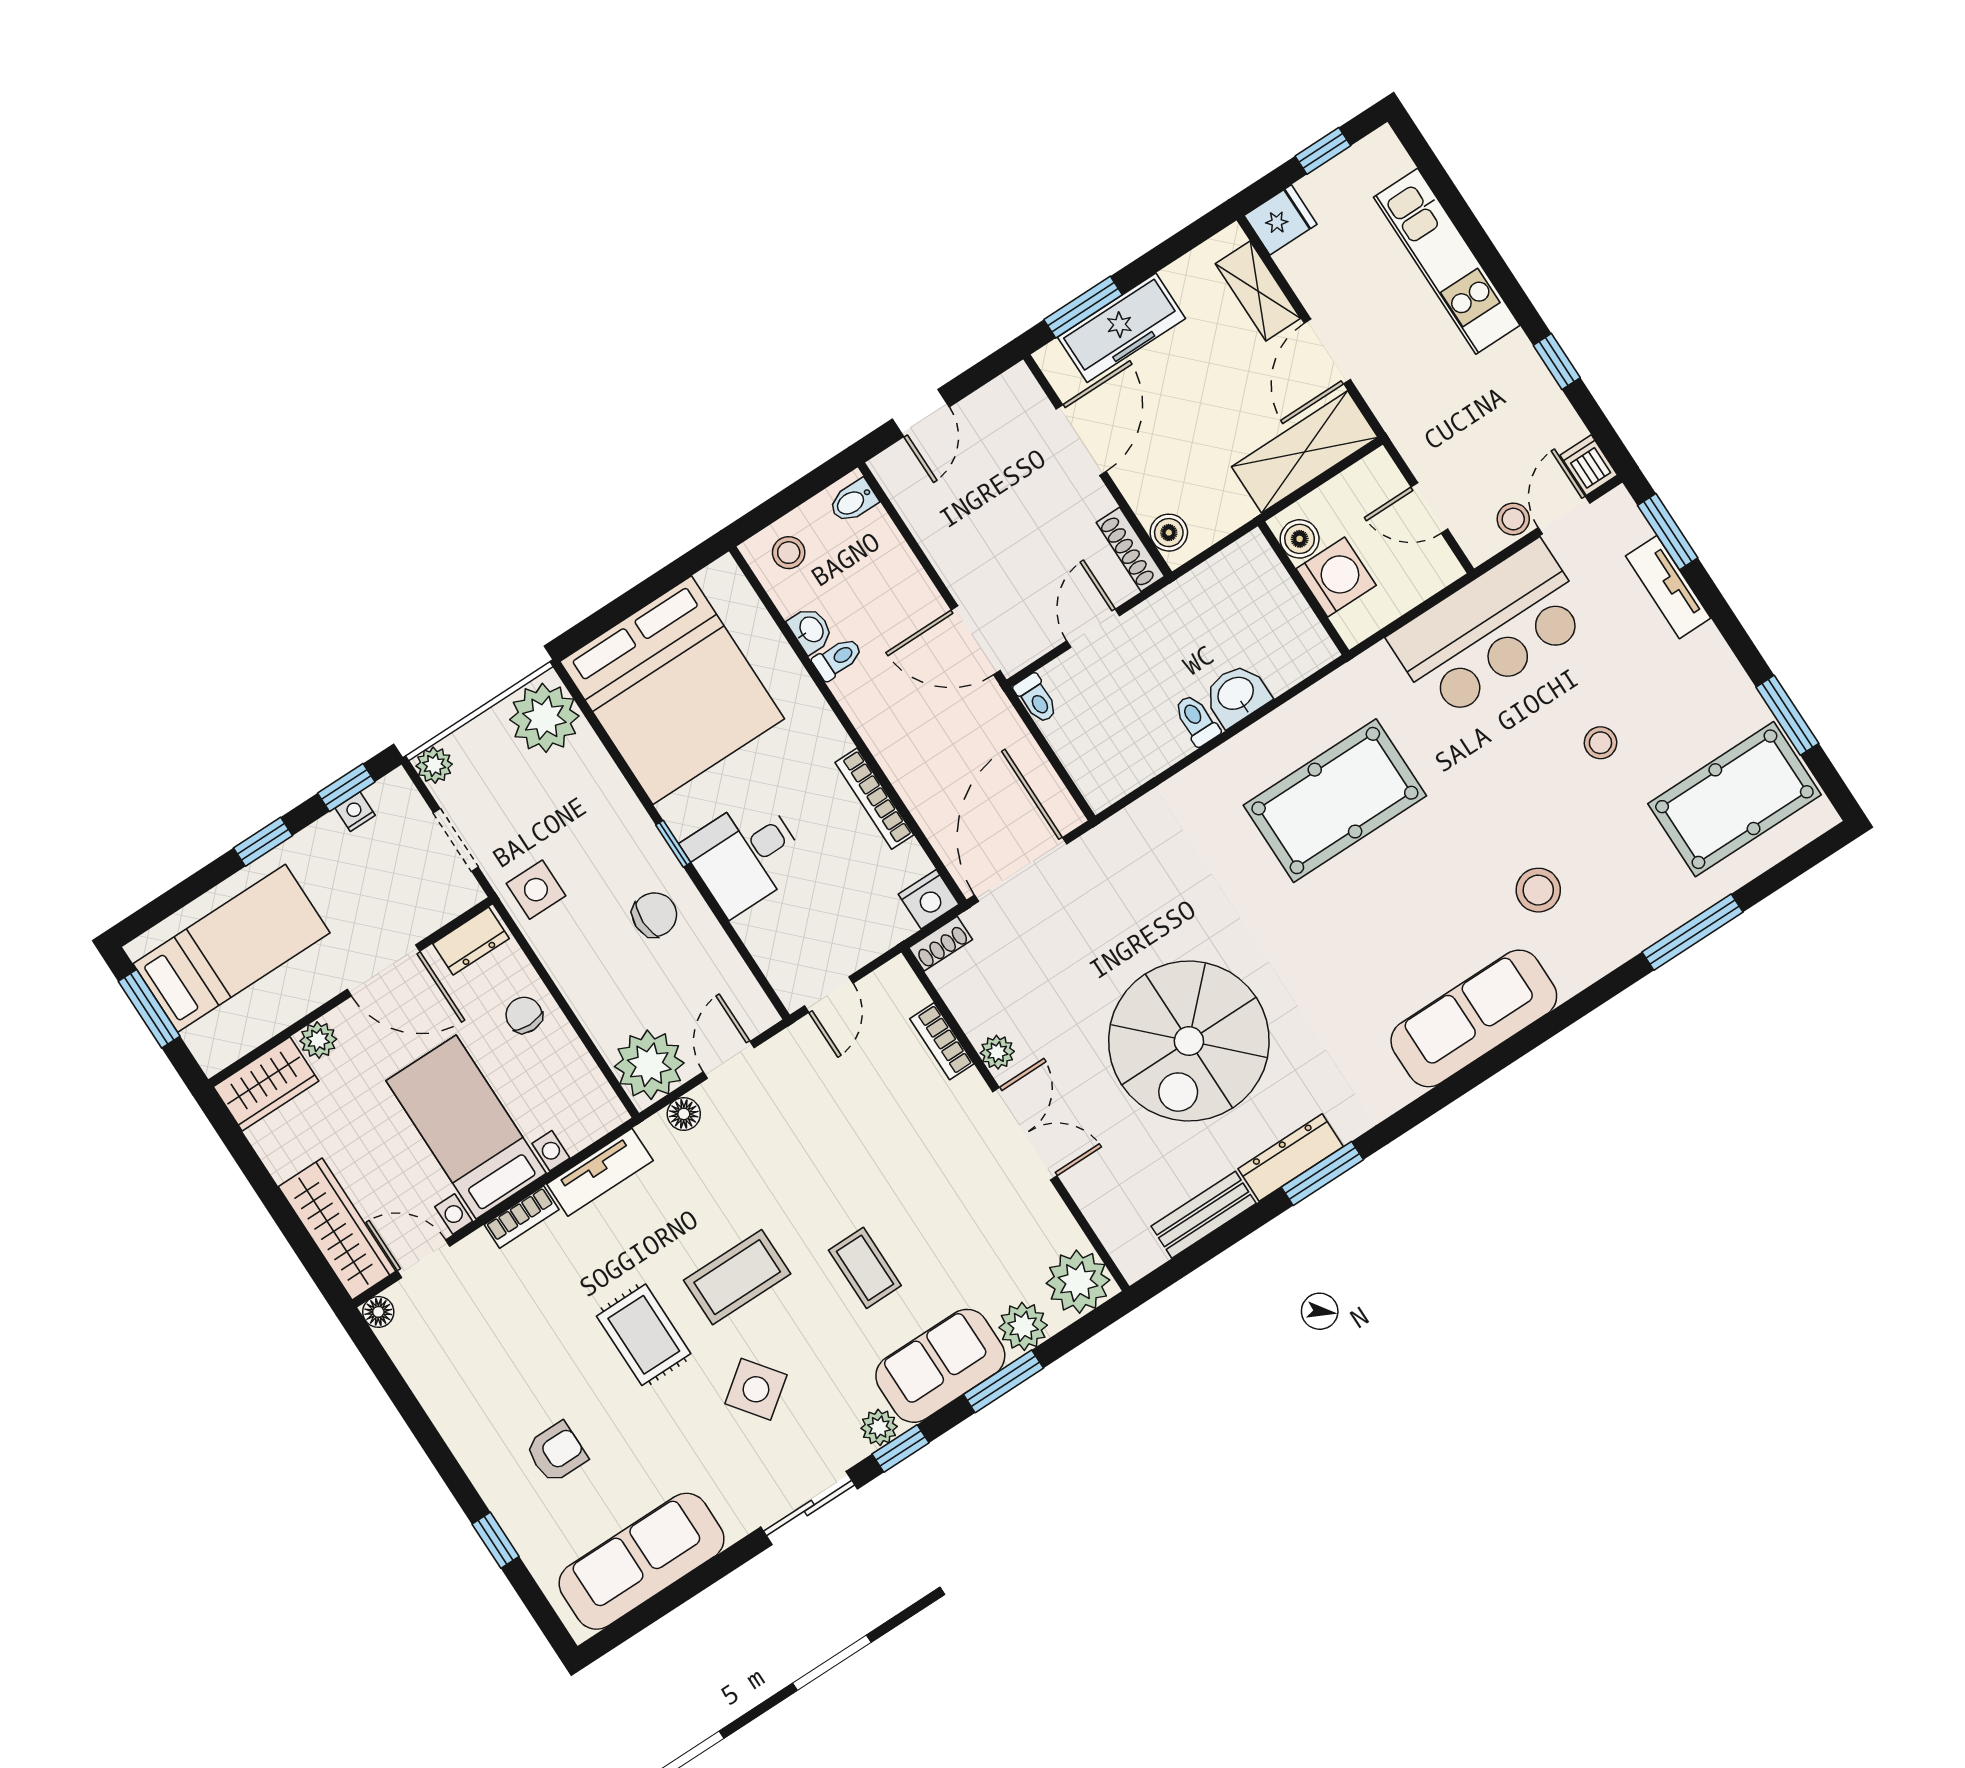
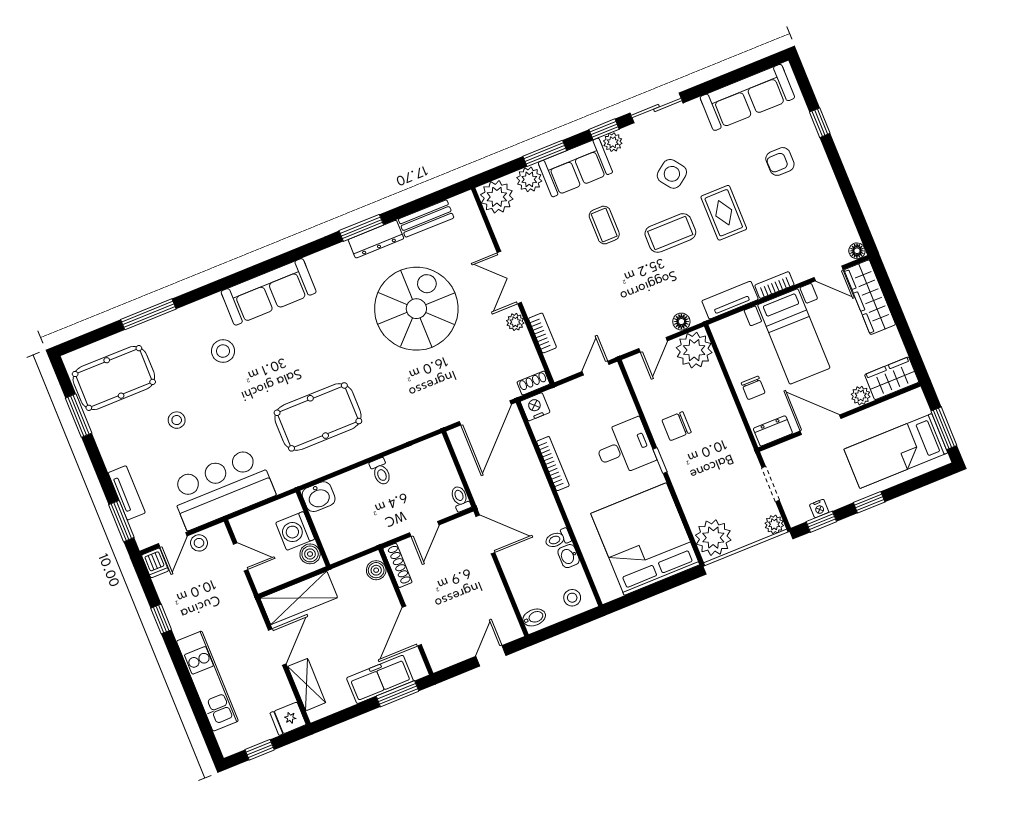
washbasin: (1236, 695) -> (319, 497), moved
side table: (536, 890) -> (735, 451), removed

